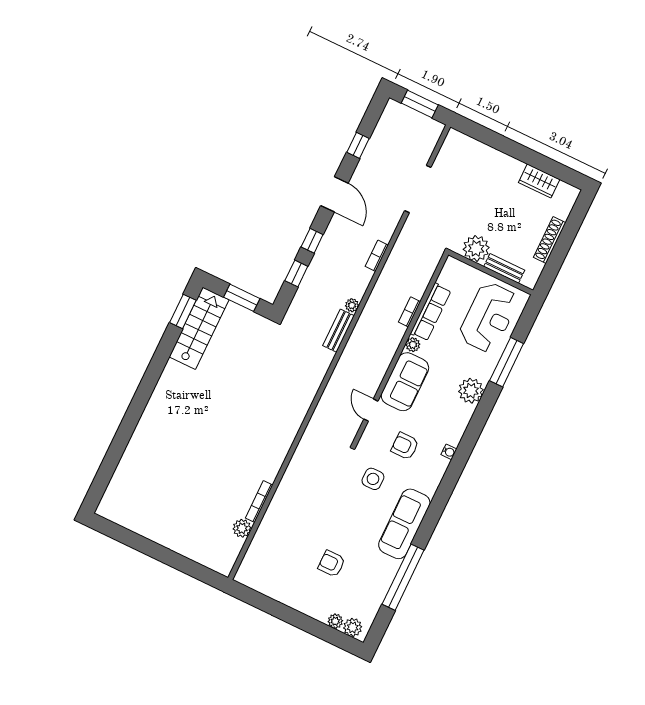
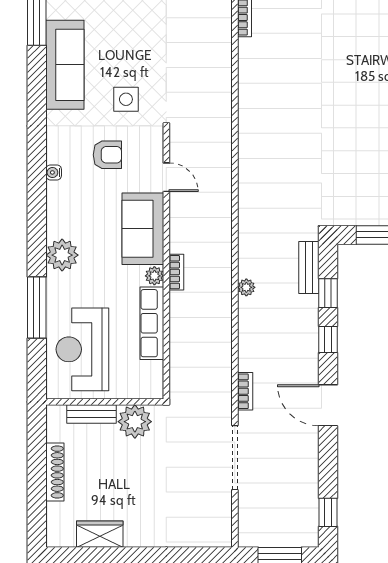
window: (358, 145) -> (328, 512), moved
bookcase: (377, 256) -> (245, 391), moved
bookcase: (410, 312) -> (176, 272), moved
bench: (339, 331) -> (309, 267), moved

